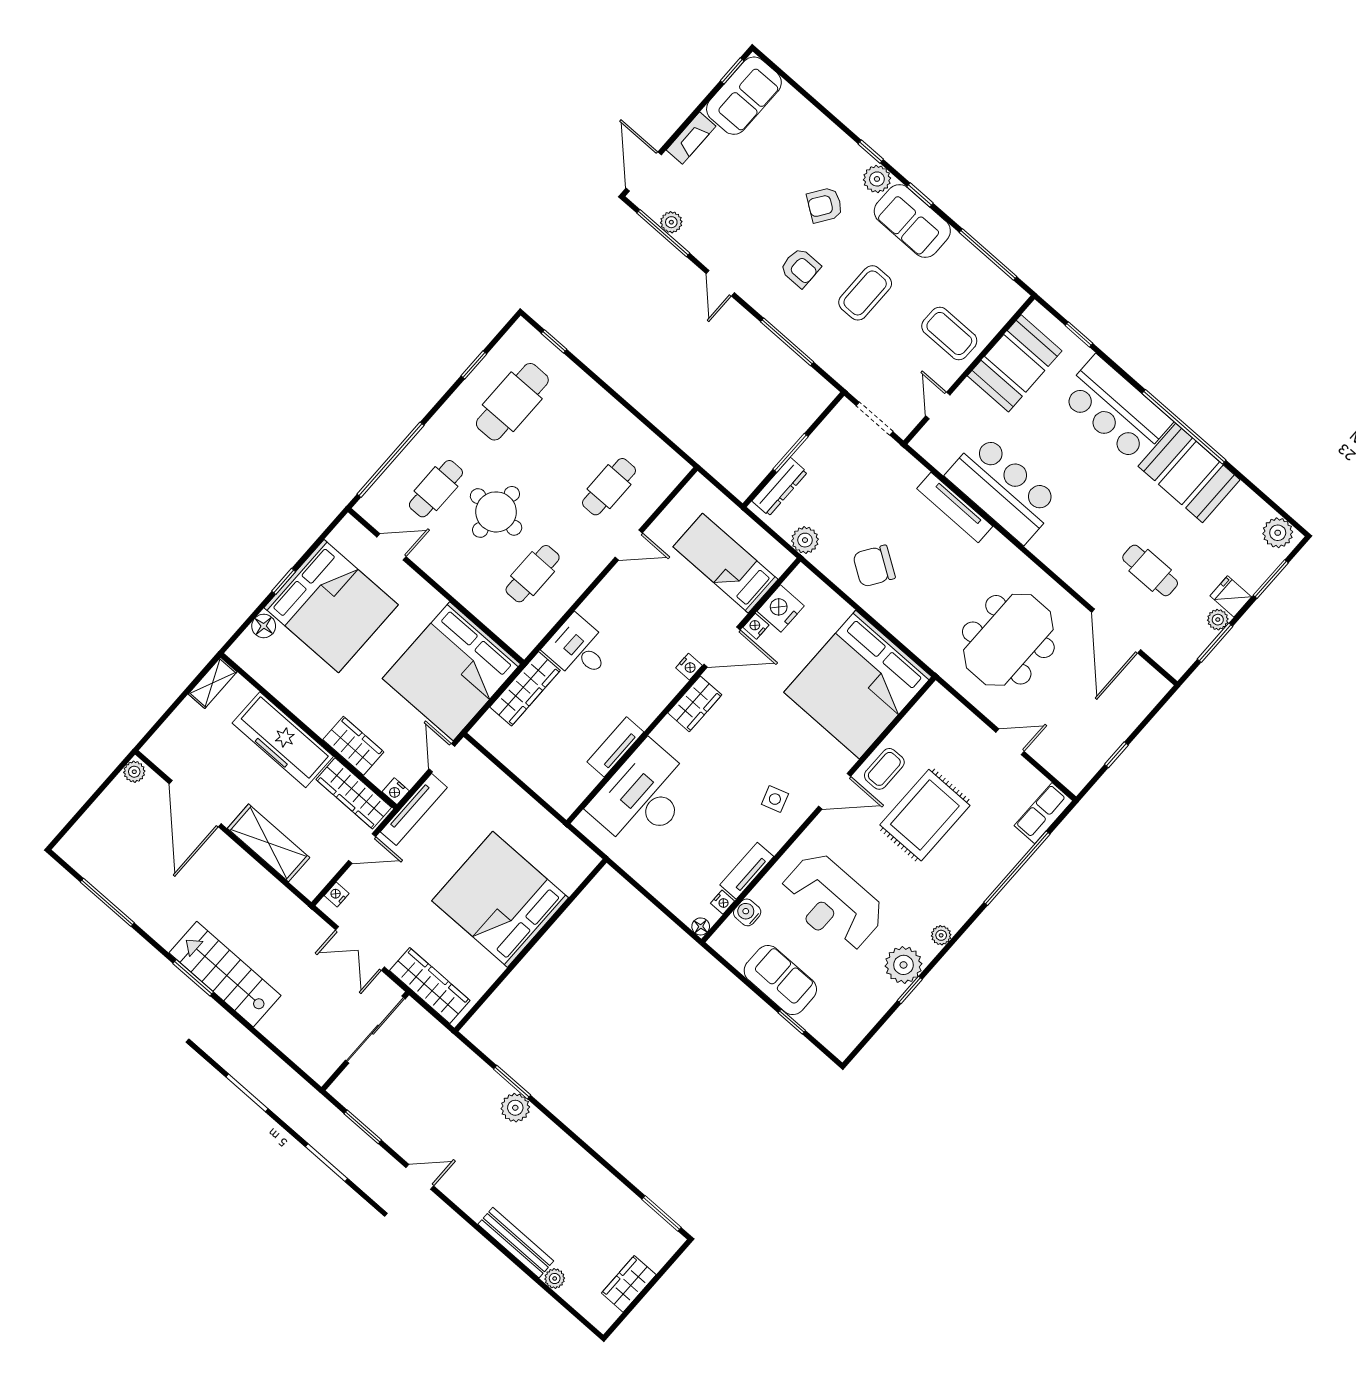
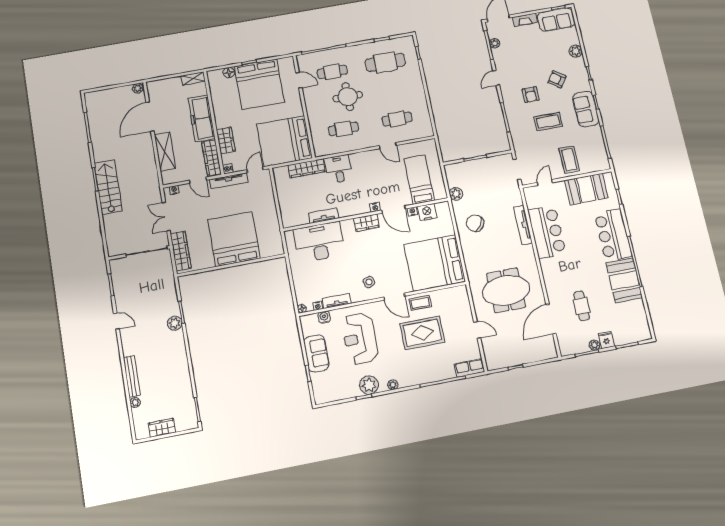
plant: (877, 179) -> (576, 51), moved
dresser: (780, 487) -> (462, 167), removed
plant: (1278, 533) -> (643, 329), removed

